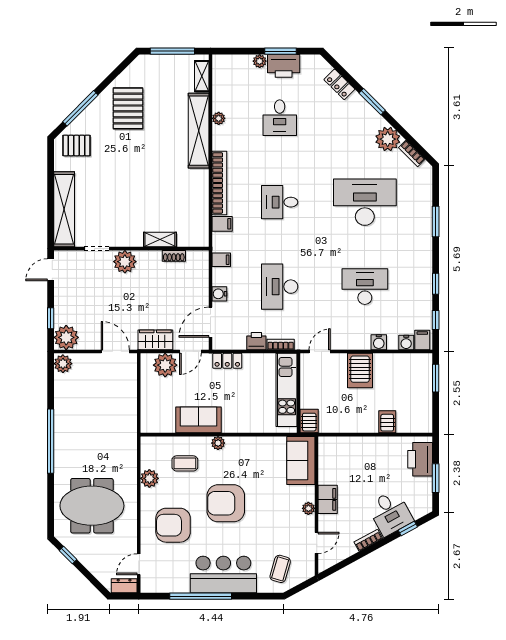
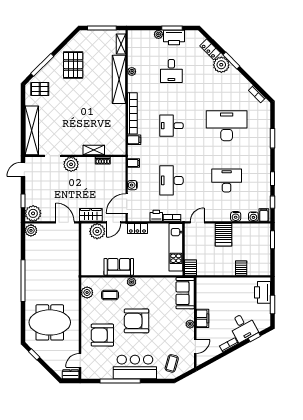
plant: (388, 139) -> (221, 65), moved
plant: (149, 478) -> (87, 293), moved

